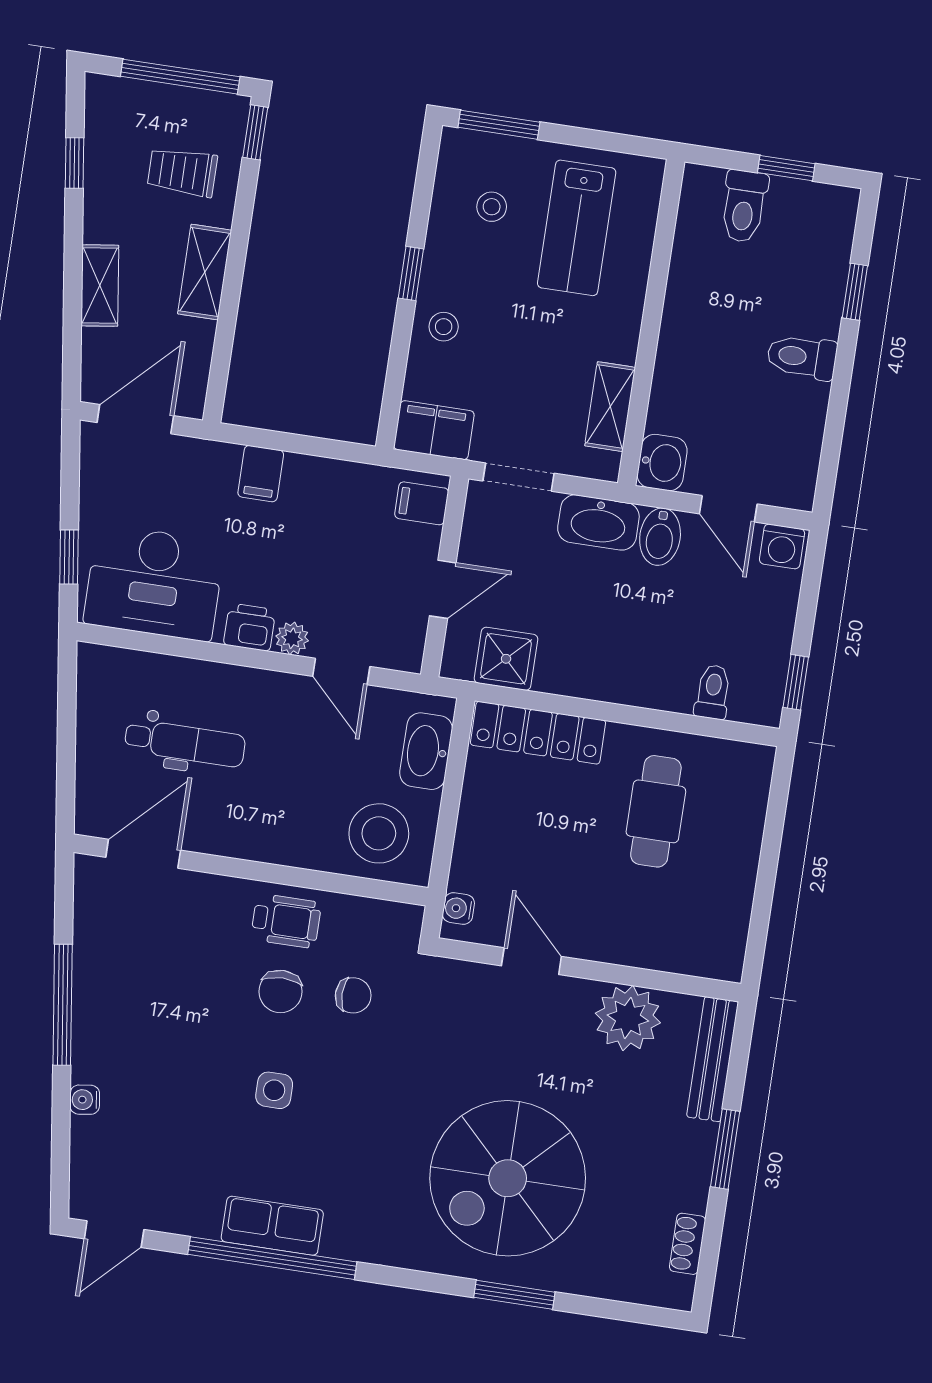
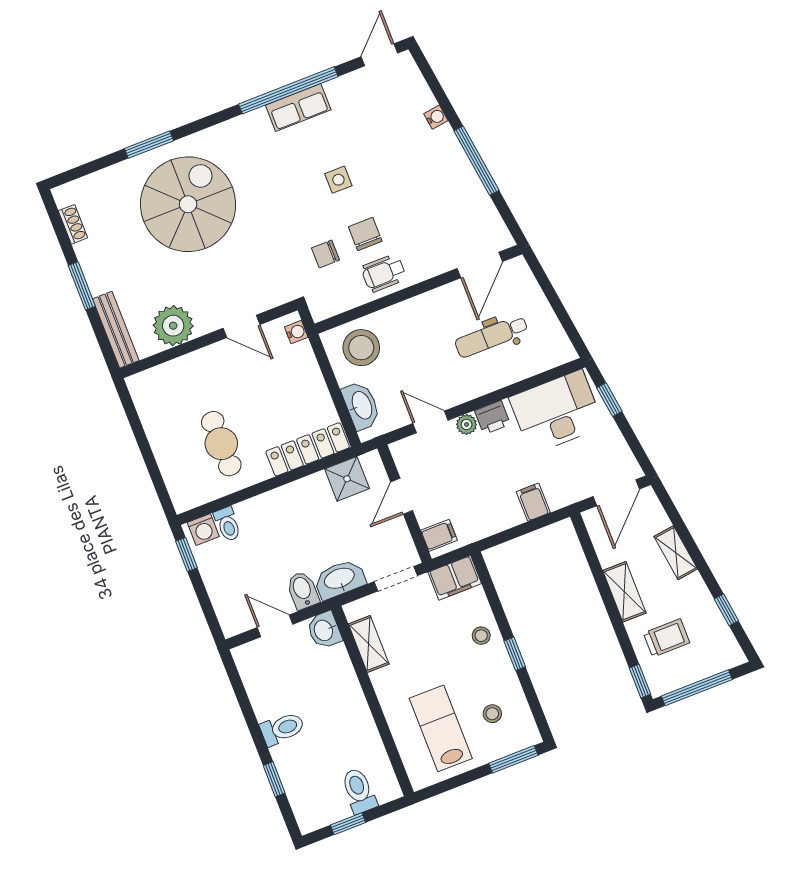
washing machine: (782, 546) -> (203, 530), moved, turned 180

